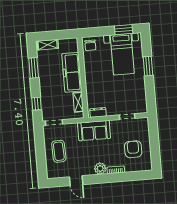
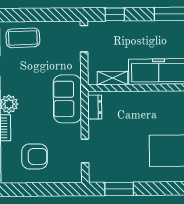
window: (148, 66) -> (119, 189), moved
coffee table: (59, 151) -> (23, 38), moved

